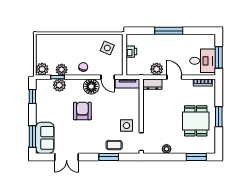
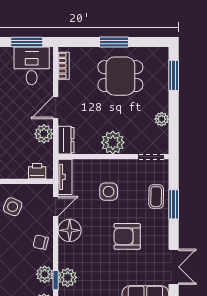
printer: (131, 52) -> (37, 171), moved
armchair: (82, 111) -> (127, 236), moved
plant: (151, 116) -> (113, 142), added
side table: (127, 126) -> (109, 192), moved

